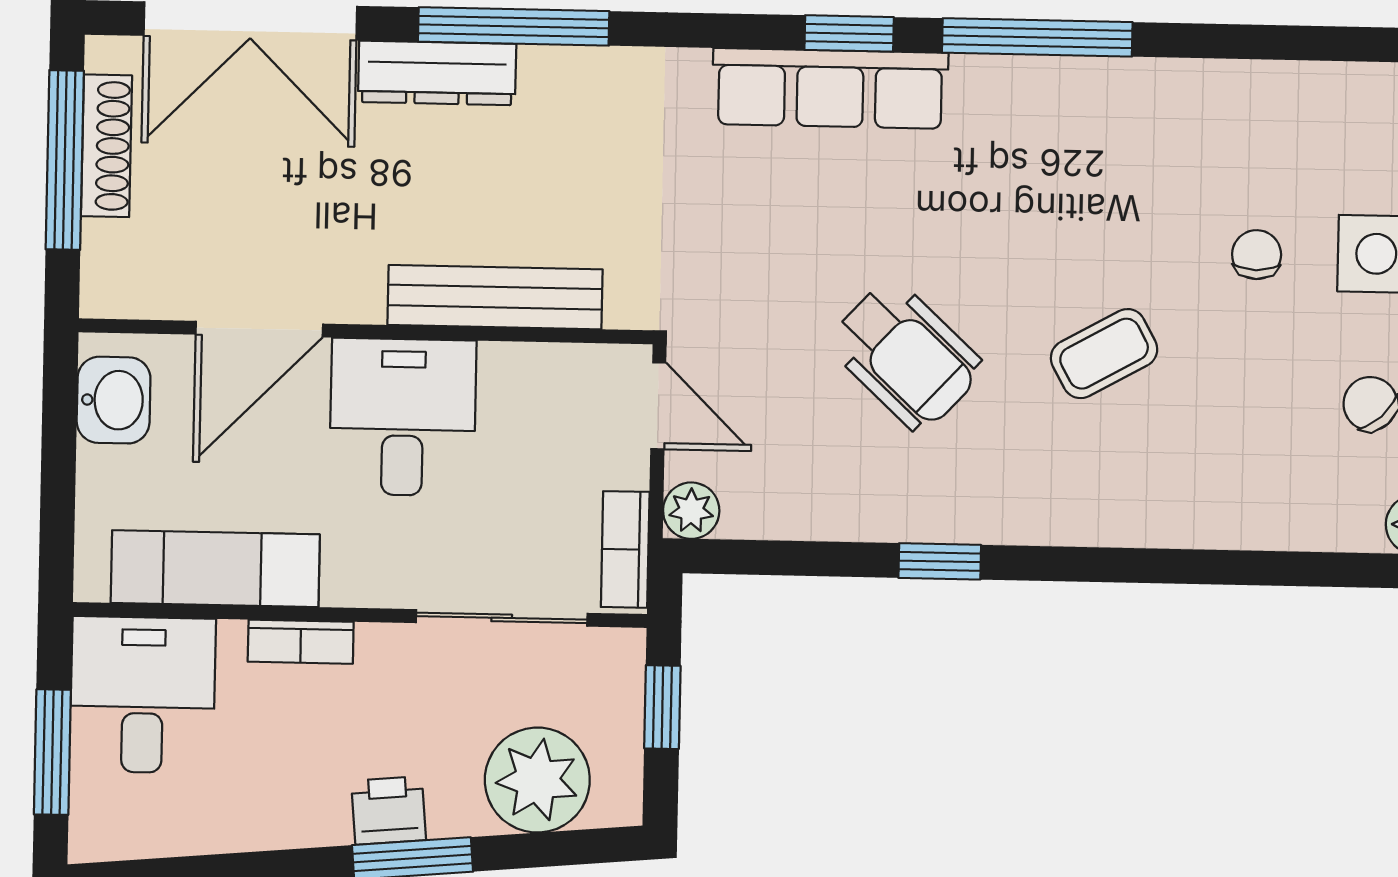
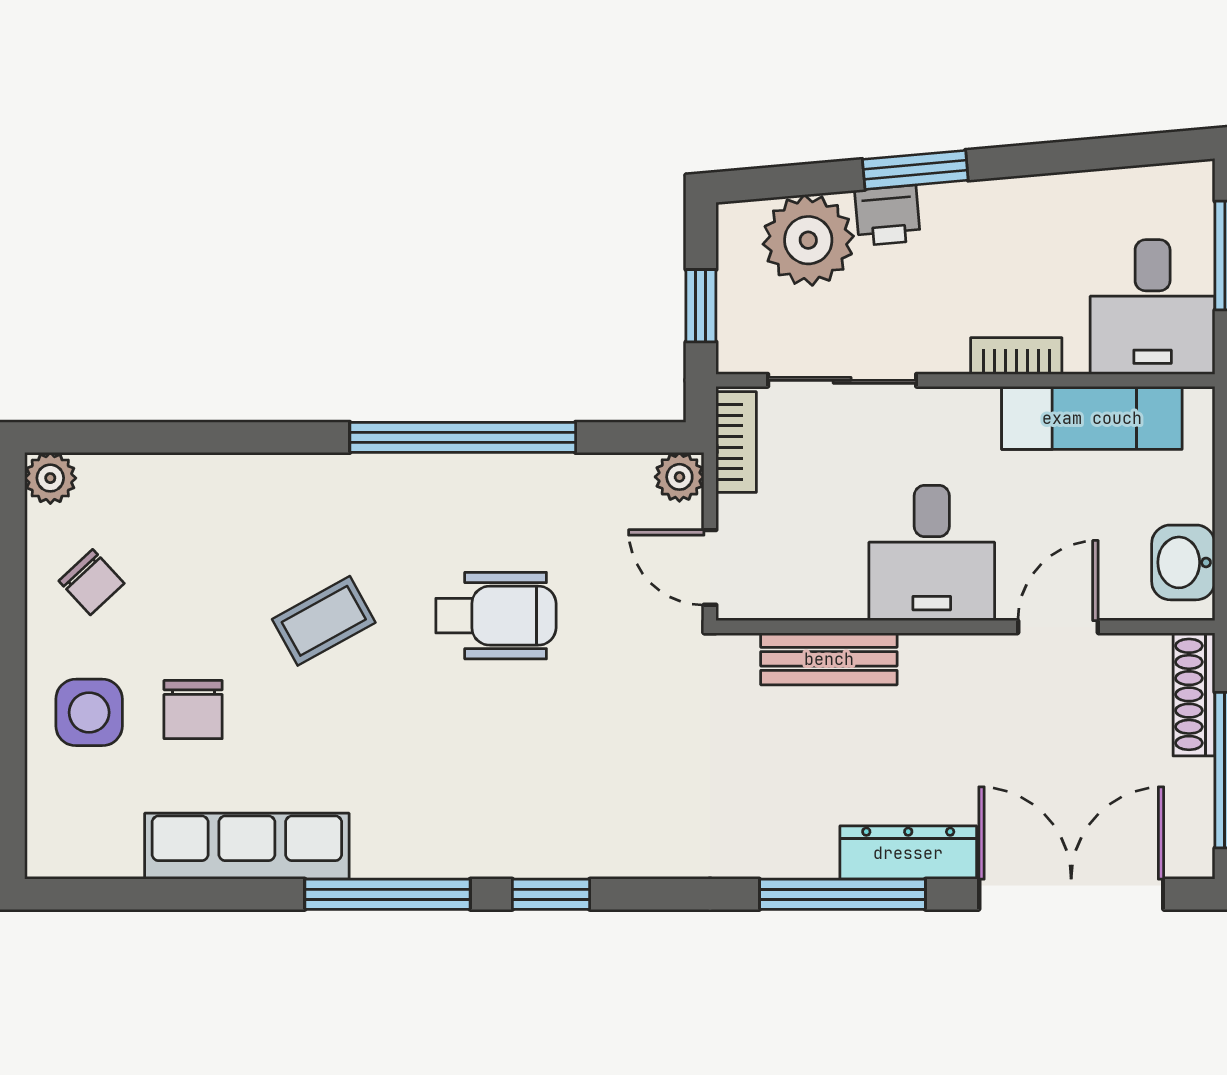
row of seats: (830, 88) -> (247, 846), moved
shoe rack: (106, 146) -> (1194, 694), moved
chair: (1257, 255) -> (193, 710), width x1.37, depth x1.37
bench: (495, 297) -> (829, 659), width x0.73
door: (259, 329) -> (1058, 627), width x0.73
wheelchair: (906, 355) -> (496, 616), turned 137
window: (940, 561) -> (463, 437), width x3.17
printer: (389, 810) -> (888, 215), moved

